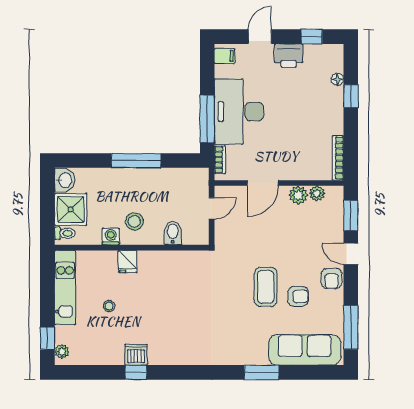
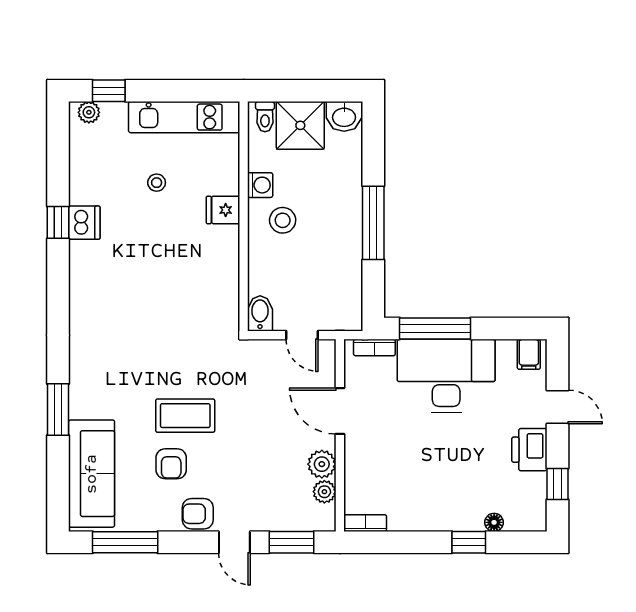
bookcase: (338, 158) -> (365, 523), width x0.64
bidet: (173, 233) -> (260, 313), moved, turned -90
door: (351, 254) -> (234, 542), swing flipped

